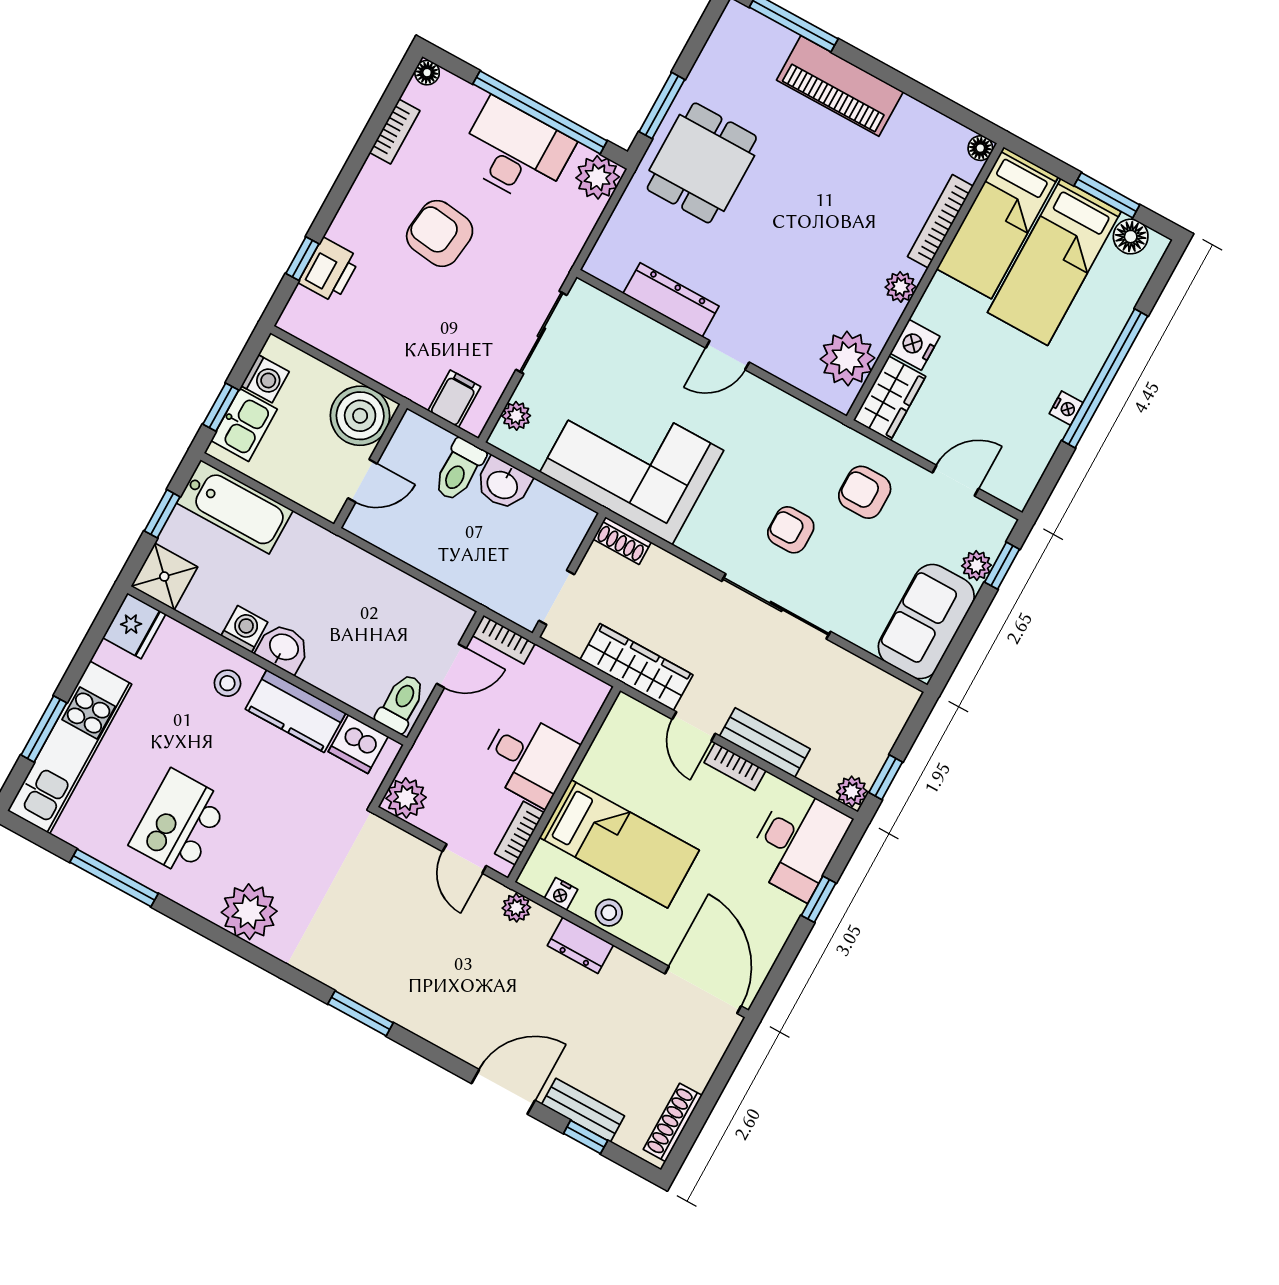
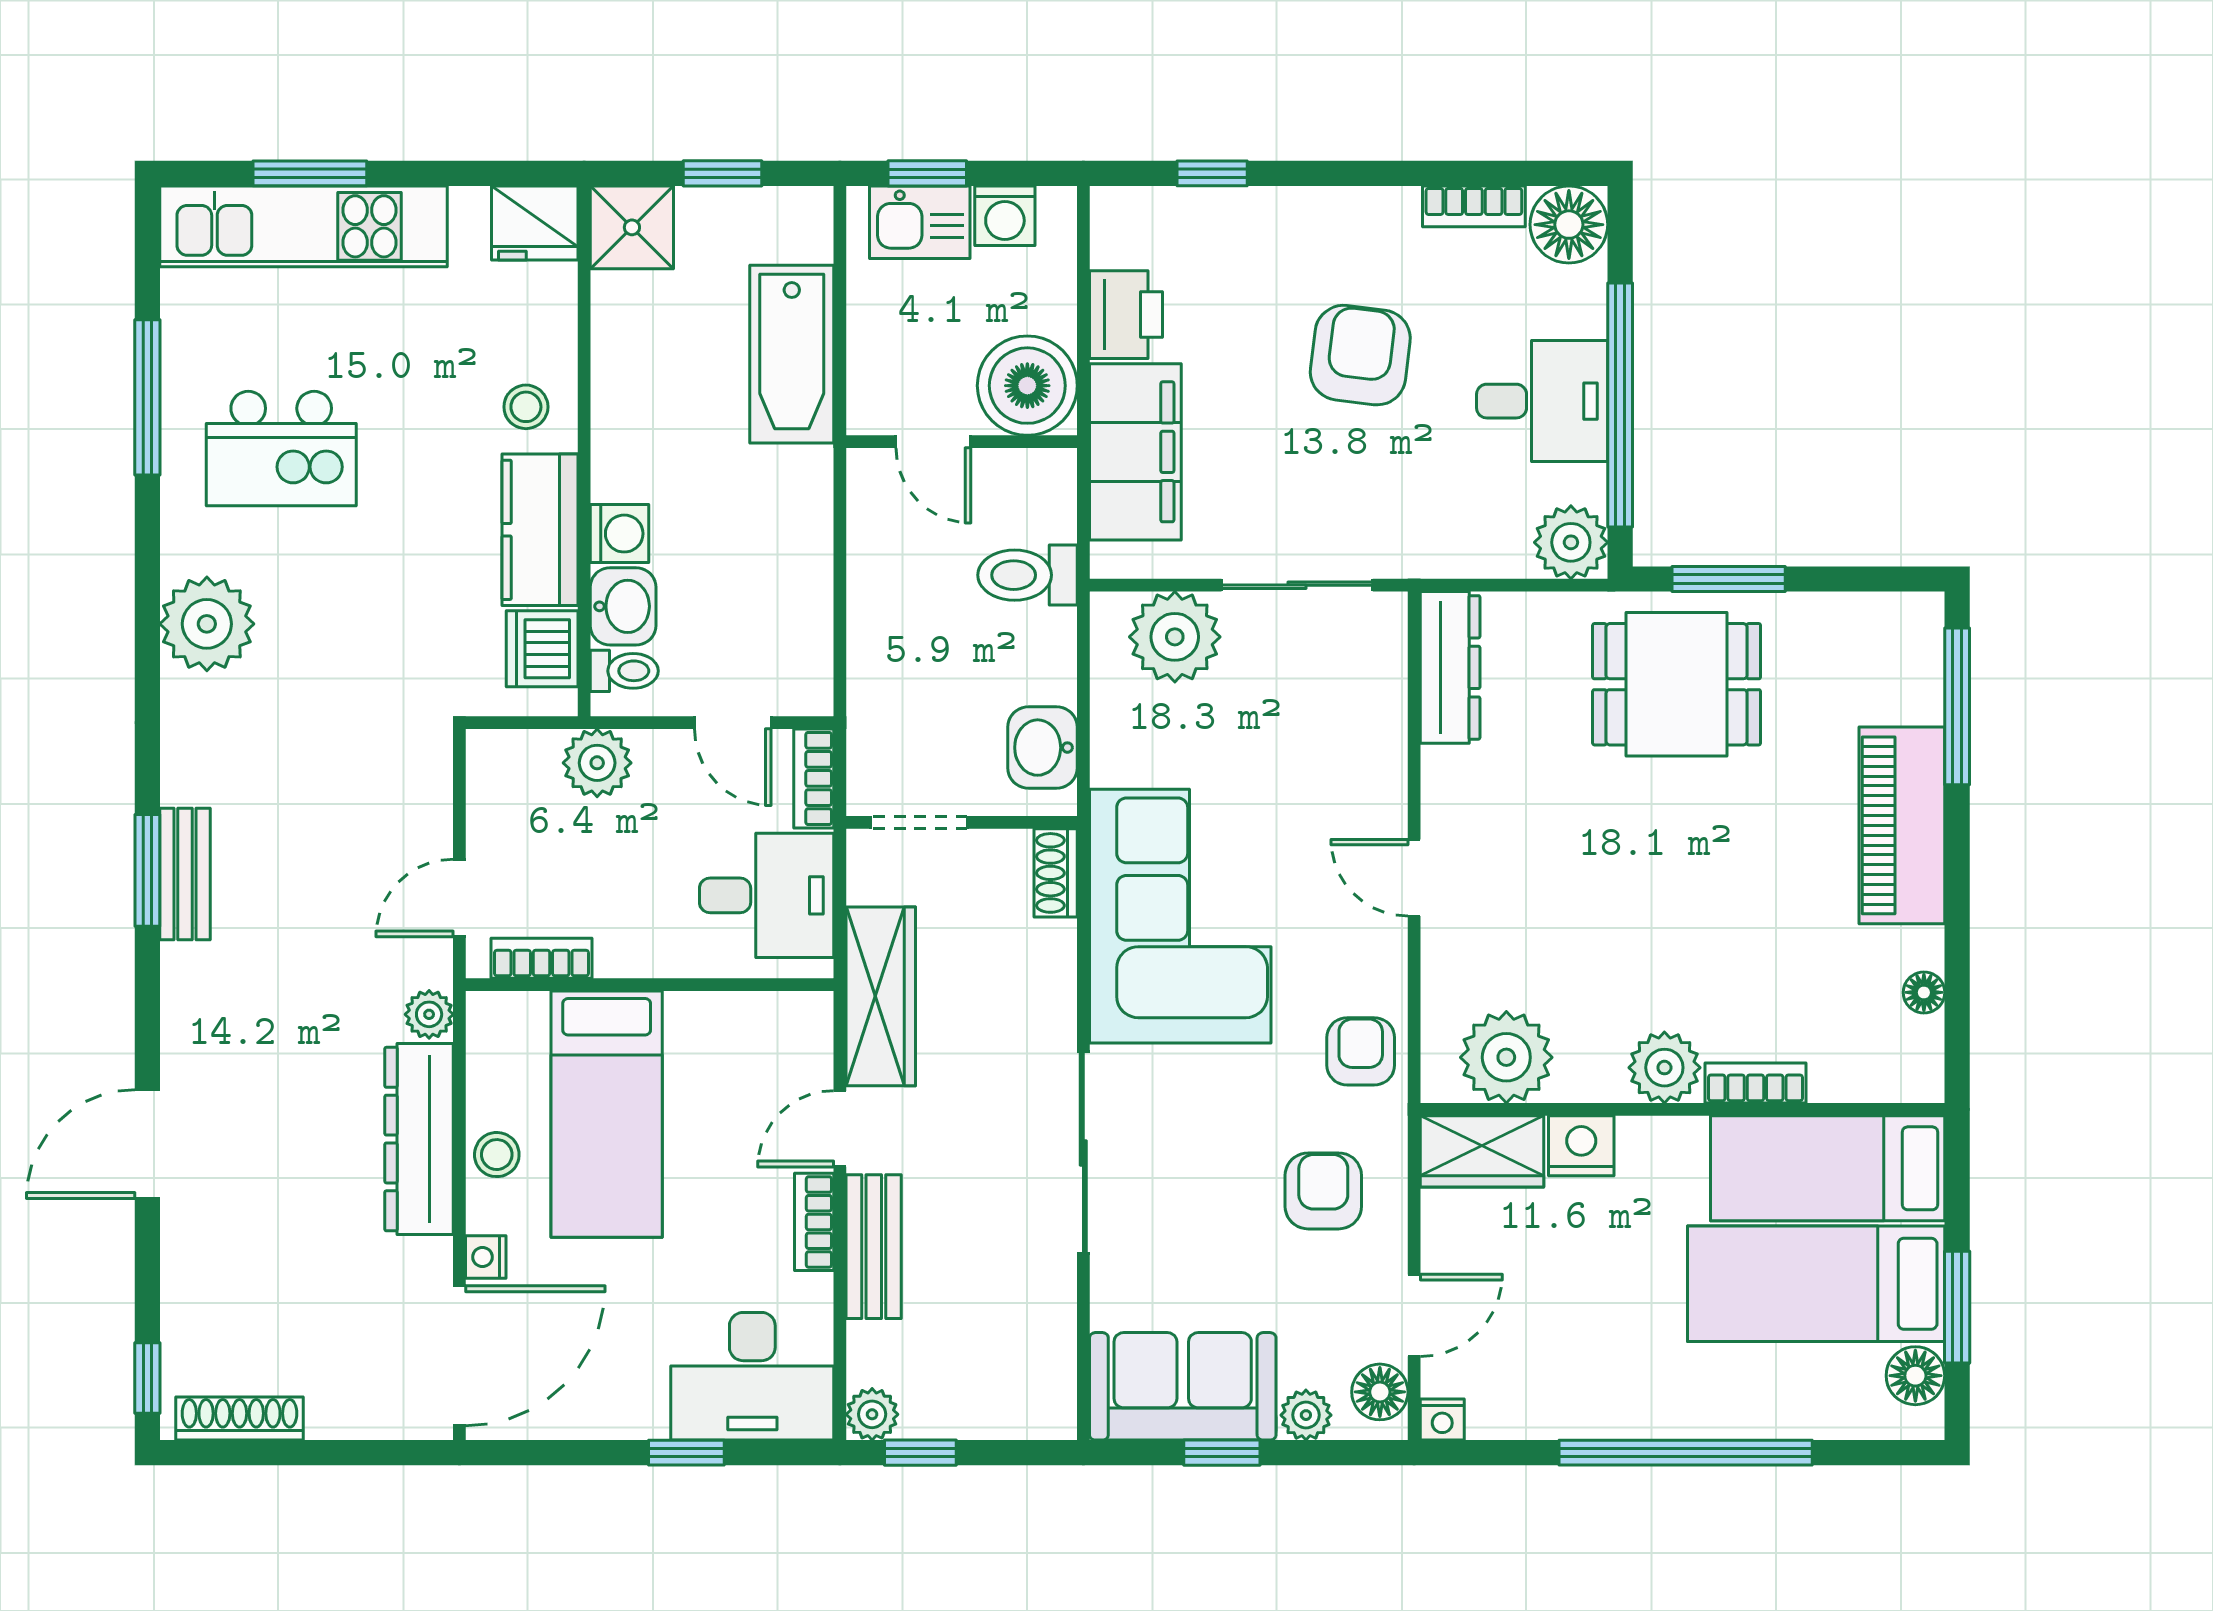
floor lamp: (427, 73) -> (1569, 225), width x1.89, depth x1.89
floor lamp: (980, 148) -> (1924, 992), moved
desk: (516, 152) -> (1542, 401), width x0.73
bookcase: (940, 221) -> (1755, 1083), width x0.64
printer: (329, 270) -> (1126, 315), moved, turned -90
plant: (900, 287) -> (1664, 1068), width x1.38, depth x1.38
dresser: (671, 300) -> (1450, 667), moved
filing cabinet: (454, 399) -> (1135, 452), width x3.00, depth x1.17
nightstand: (1066, 408) -> (1442, 1420), moved
plant: (516, 416) -> (1175, 637), width x1.87, depth x1.87
corner sofa: (632, 461) -> (1180, 916), moved
door: (956, 481) -> (1414, 1315), hinge flipped
washbasin: (503, 484) -> (1043, 748), moved
bathtub: (235, 507) -> (792, 354), moved
floor lamp: (986, 520) -> (1380, 1392), added
armchair: (791, 530) -> (1361, 1051), moved
window: (1002, 566) -> (1222, 1453), moved
washing machine: (244, 629) -> (620, 534), moved
washbasin: (283, 648) -> (623, 606), moved
toilet: (401, 703) -> (624, 671), width x0.73, depth x0.72
desk: (529, 758) -> (767, 895), moved, turned -90
plant: (406, 798) -> (597, 763), moved
kitchen island: (179, 823) -> (281, 449), turned 180
nightstand: (561, 894) -> (486, 1257), moved
dresser: (580, 945) -> (419, 1139), width x1.96, depth x1.24
door: (503, 1092) -> (147, 1144), swing flipped
bench: (583, 1110) -> (185, 874), moved
window: (586, 1137) -> (147, 1378), moved

